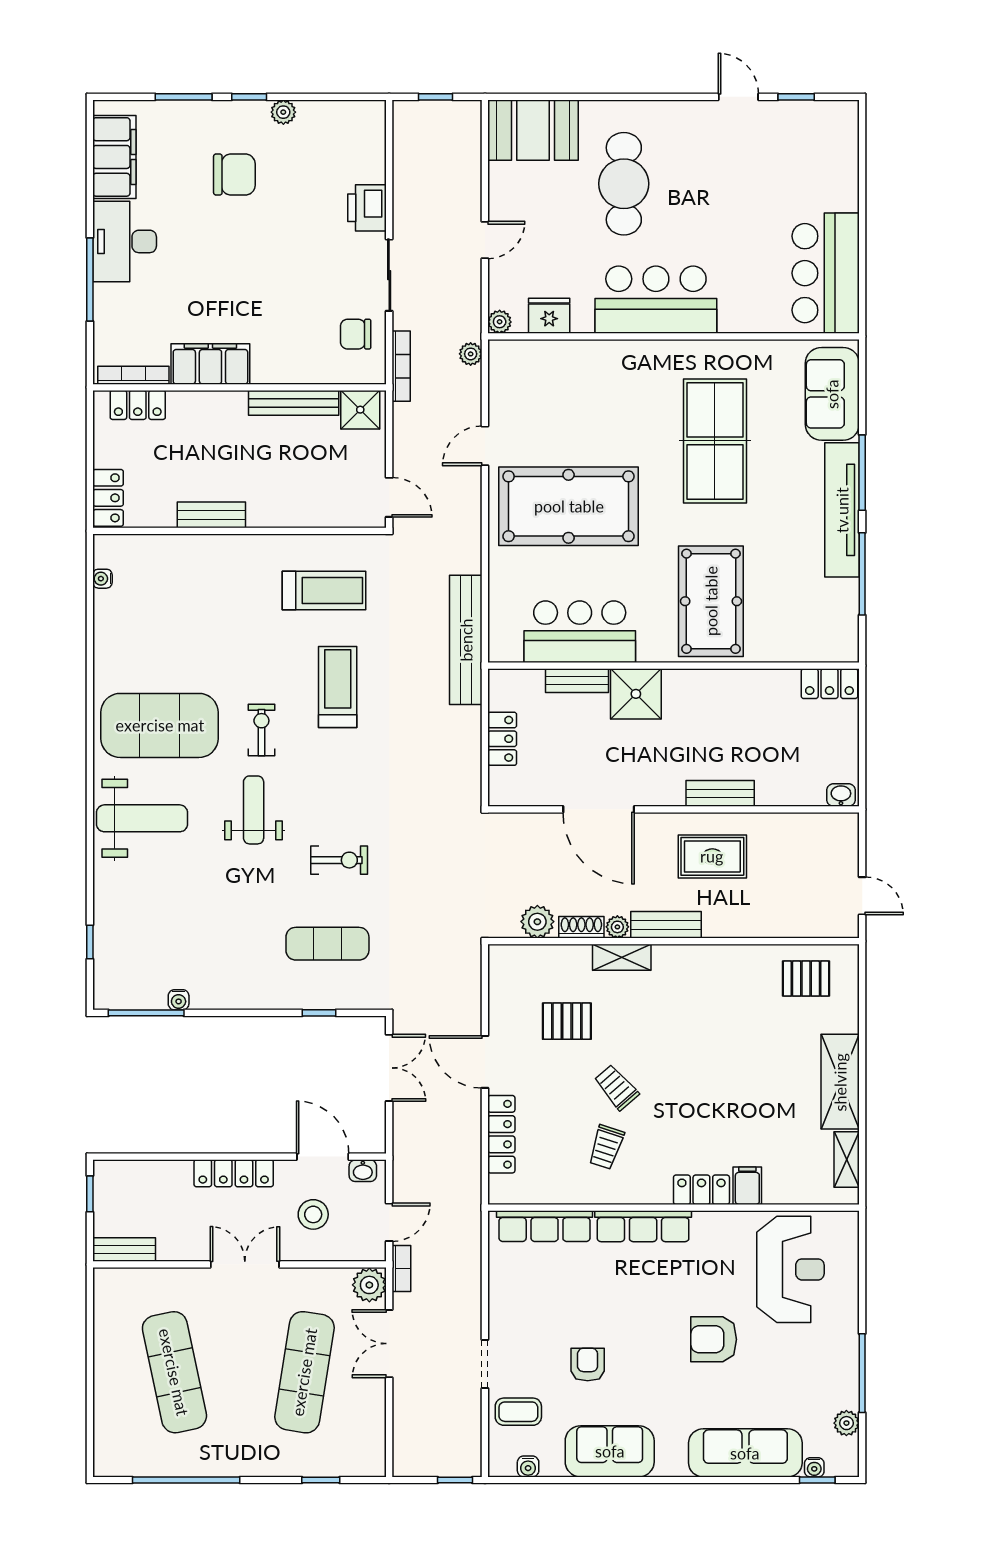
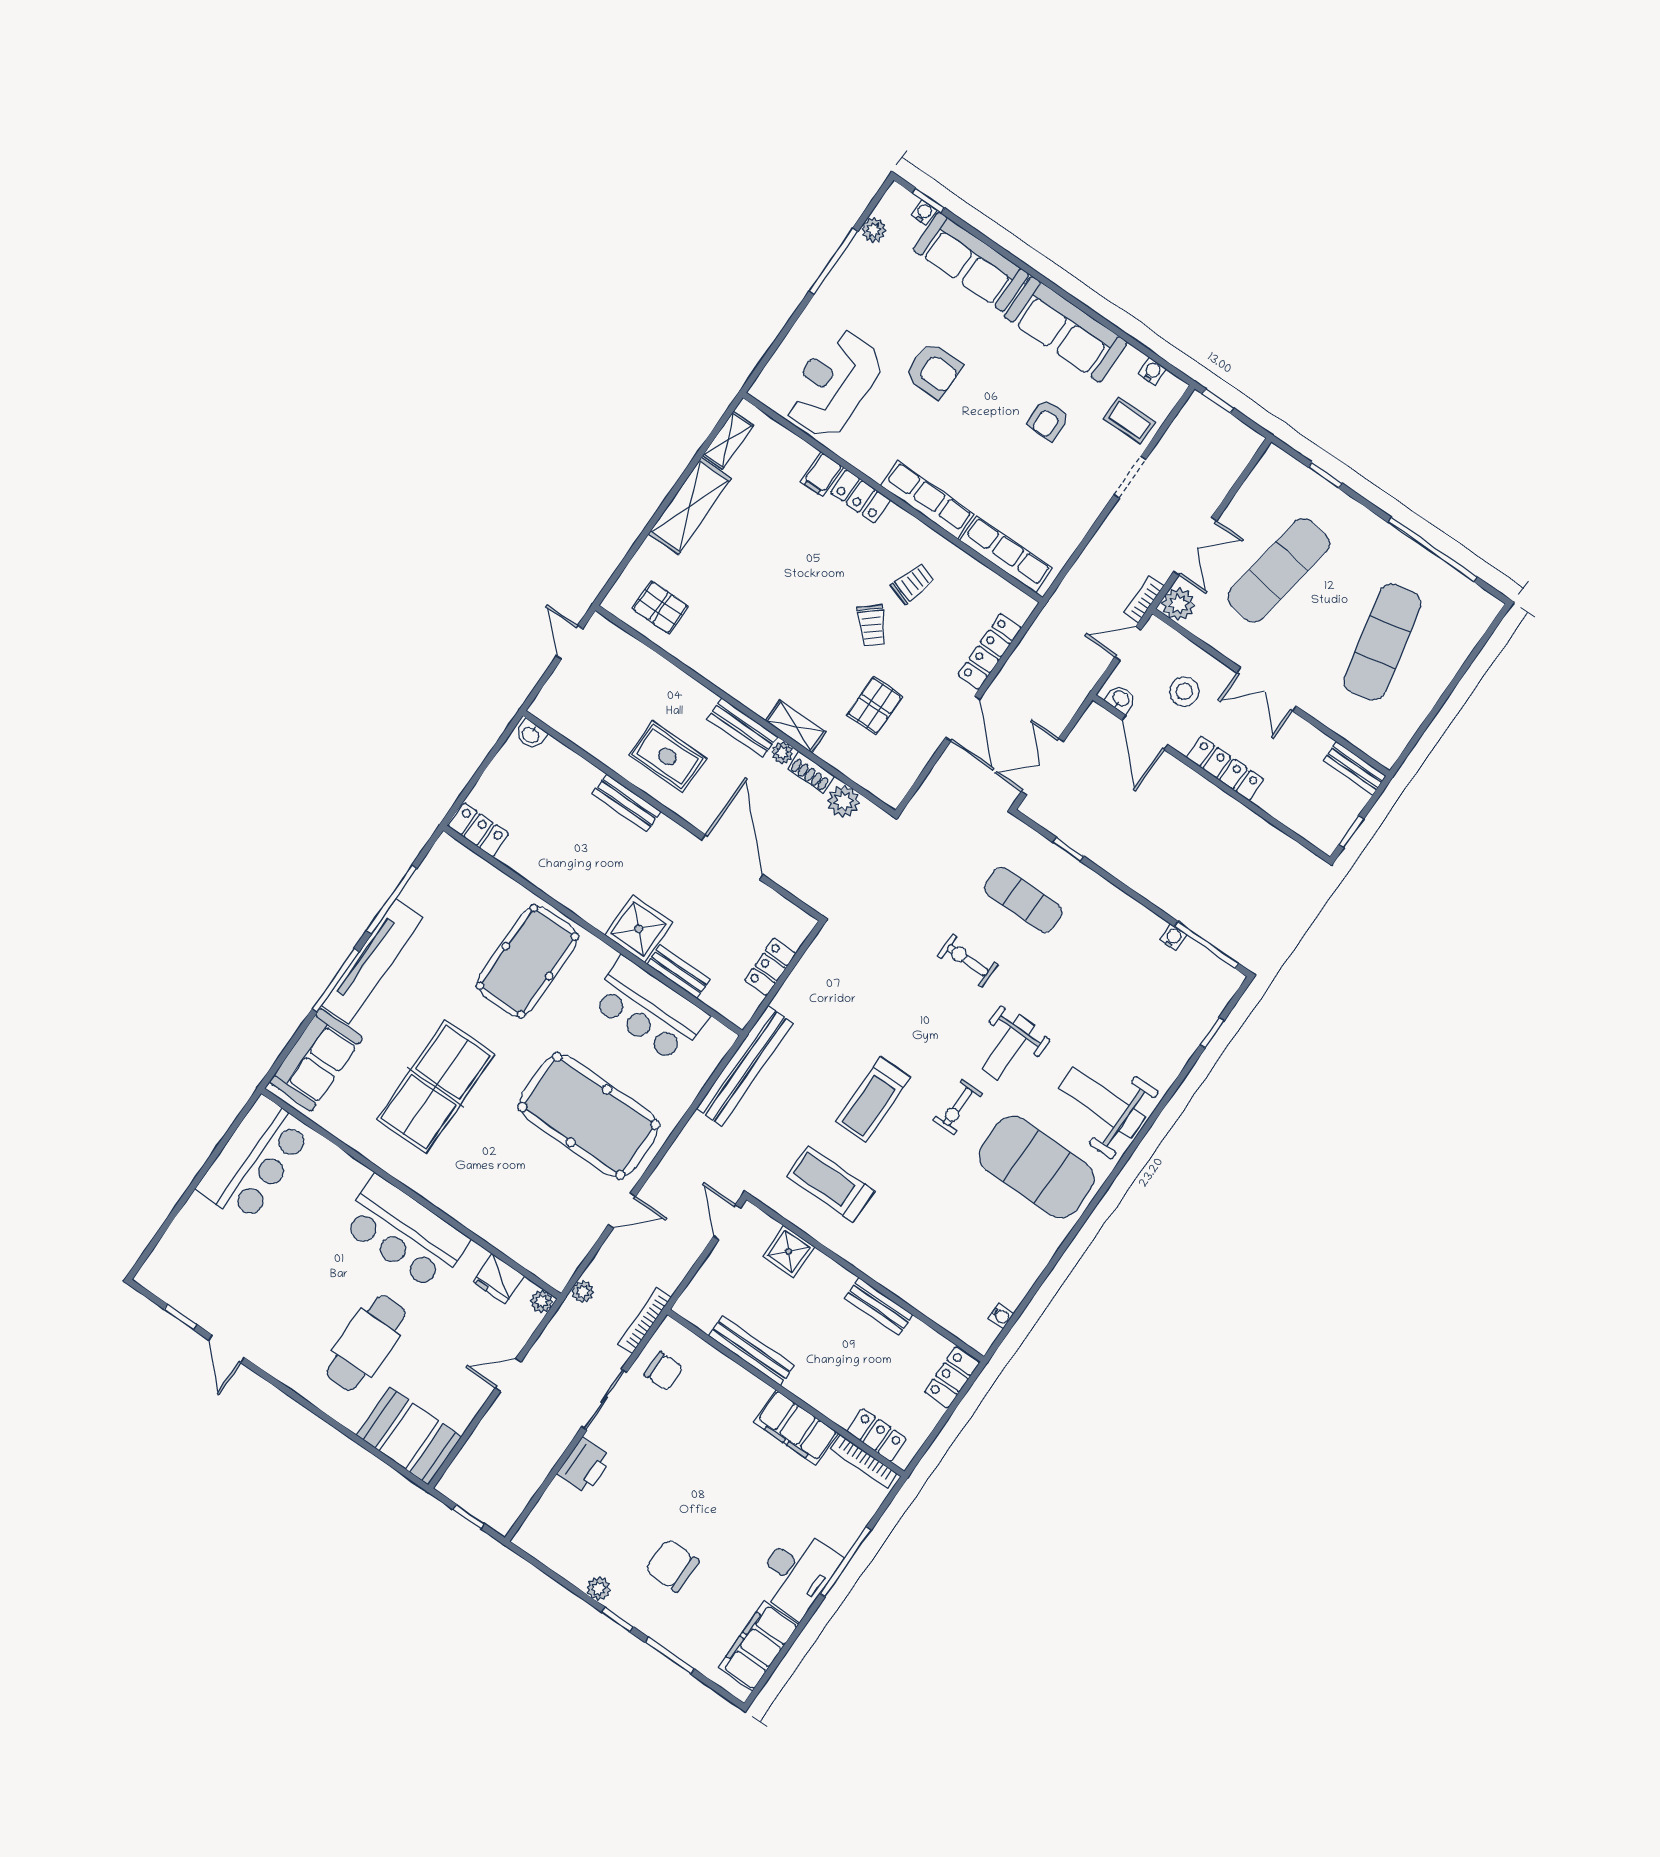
shower: (360, 410) -> (789, 1252), moved
pallet: (567, 1021) -> (875, 706), turned 90
sofa: (610, 1451) -> (1066, 329), width x1.36

